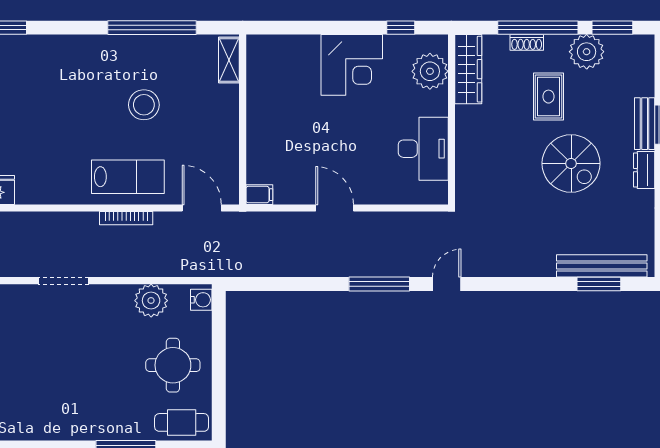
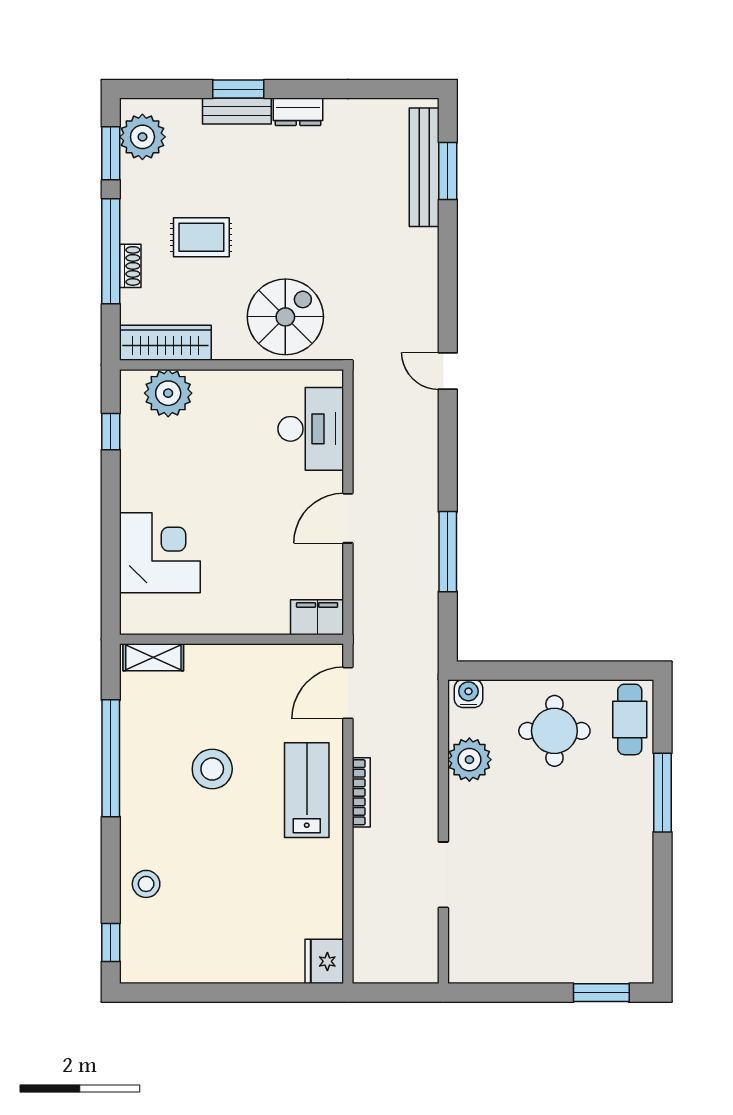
plant: (587, 52) -> (142, 137), moved
stool: (56, 54) -> (146, 884), added
corner desk: (352, 65) -> (160, 553), moved
desk: (423, 149) -> (311, 429), moved, turned 90
spiral stairs: (571, 163) -> (285, 317), moved
filing cabinet: (259, 195) -> (317, 617), width x2.00
window: (379, 284) -> (448, 552), moved

